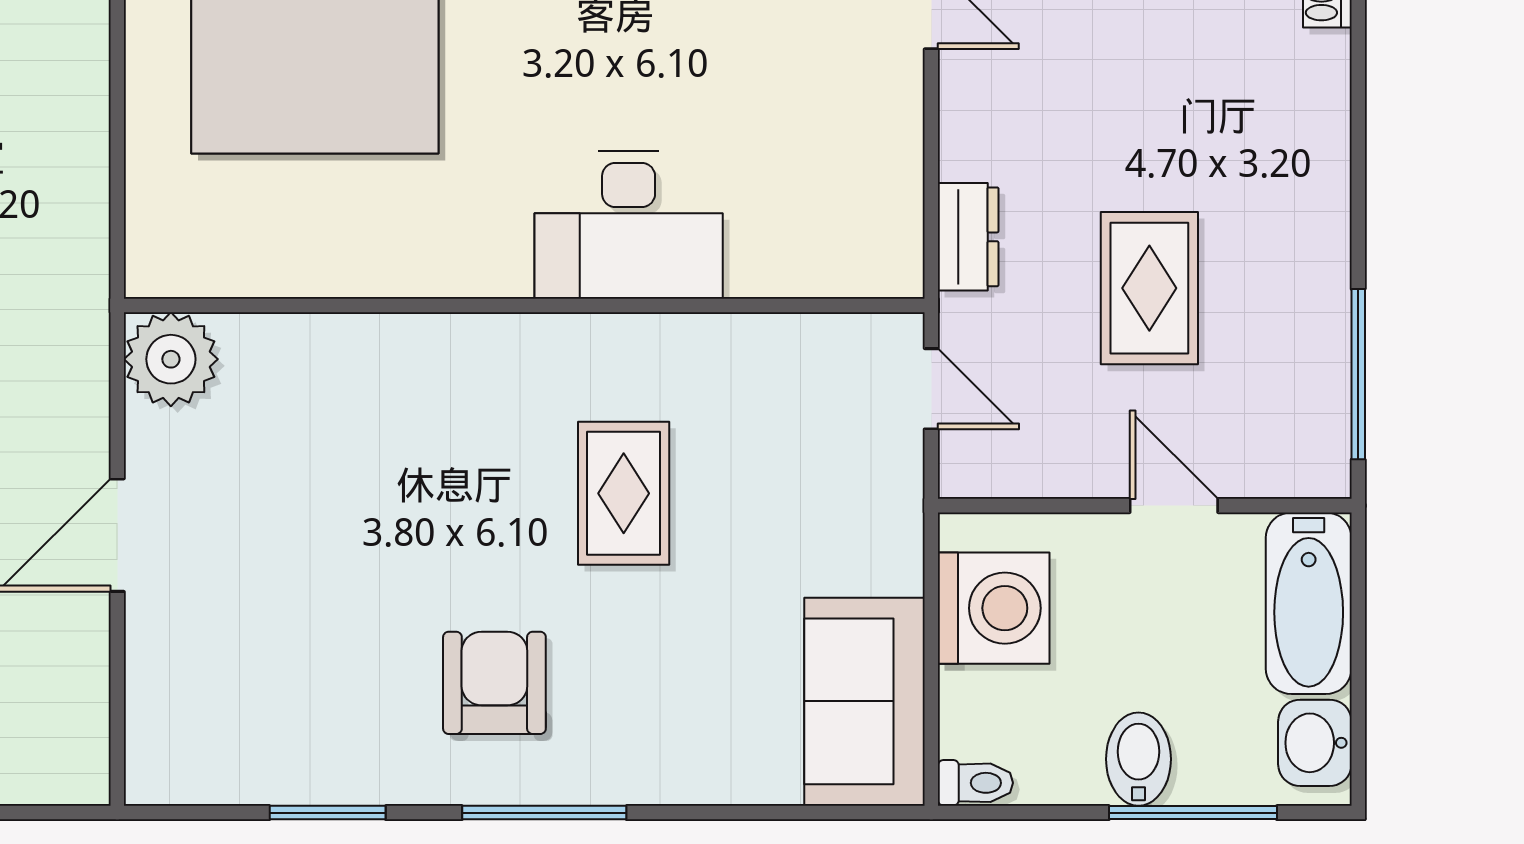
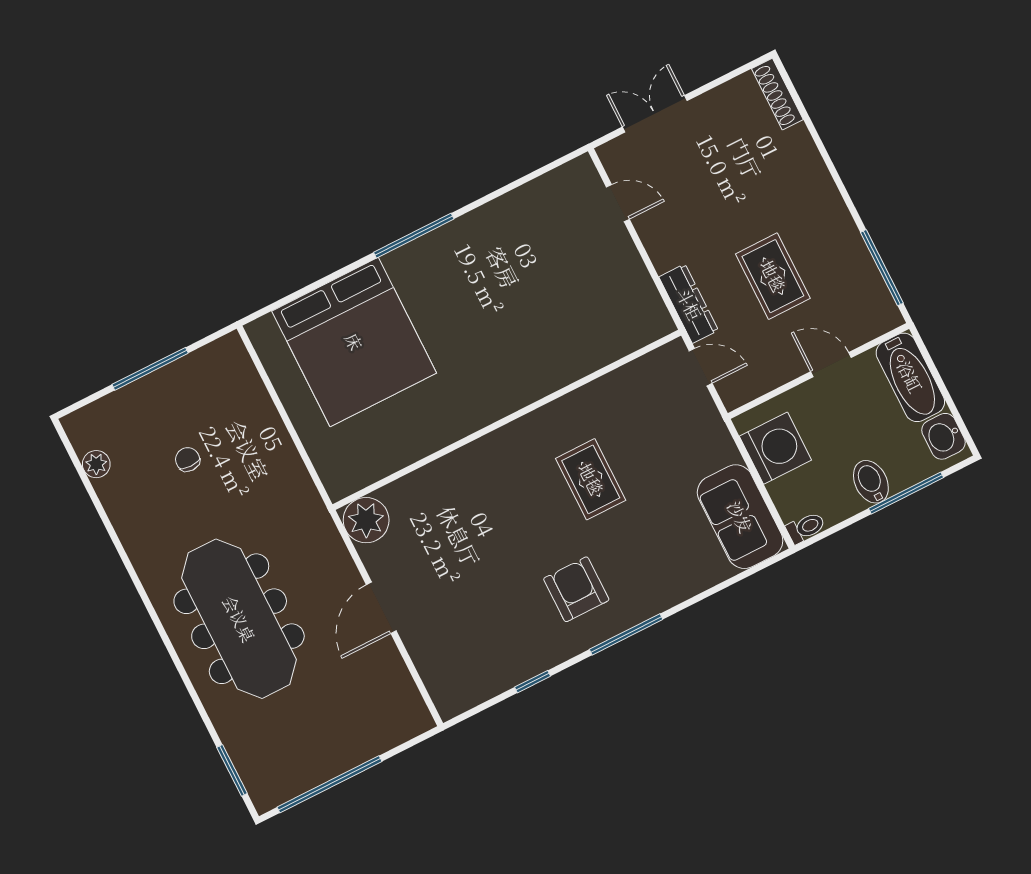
desk: (629, 225) -> (534, 362), removed
dresser: (968, 237) -> (689, 304), width x1.44
window: (328, 813) -> (533, 682), width x0.67

